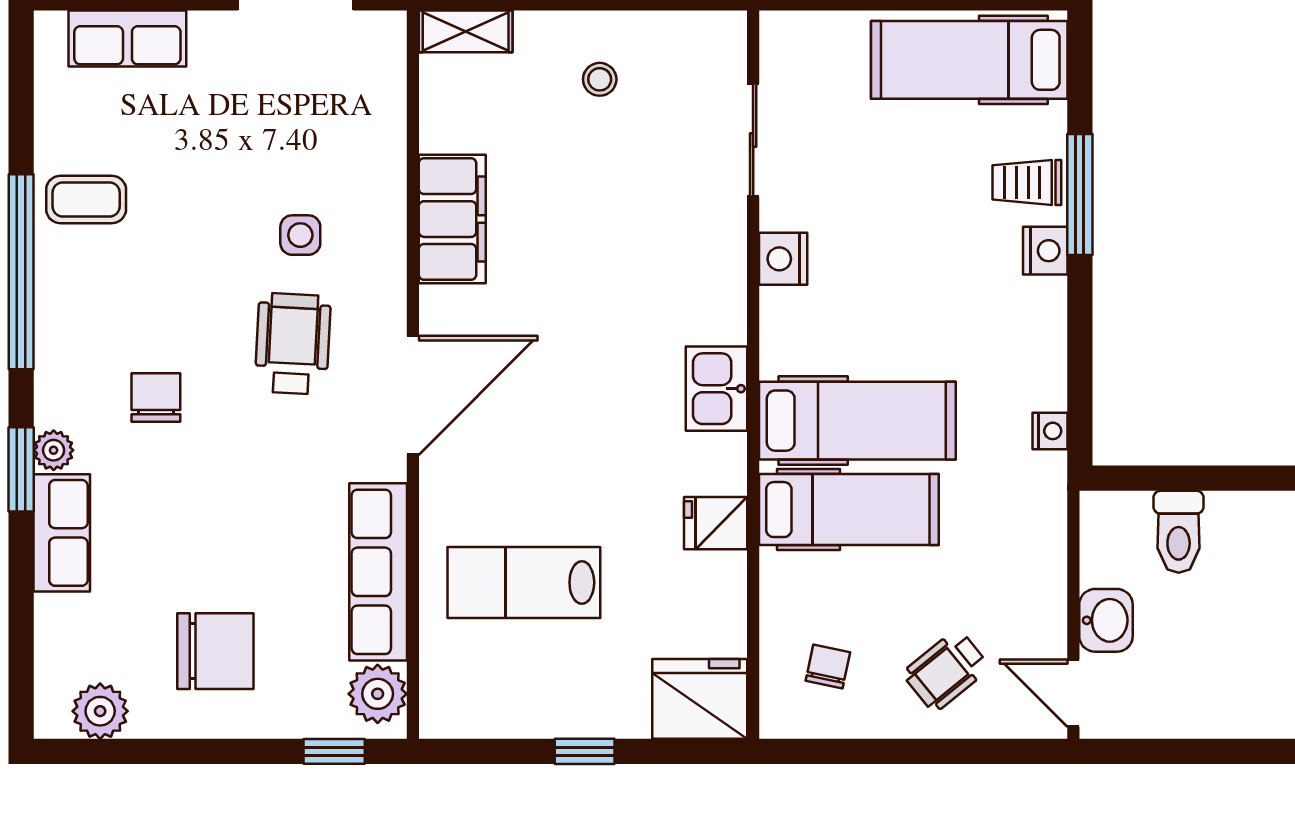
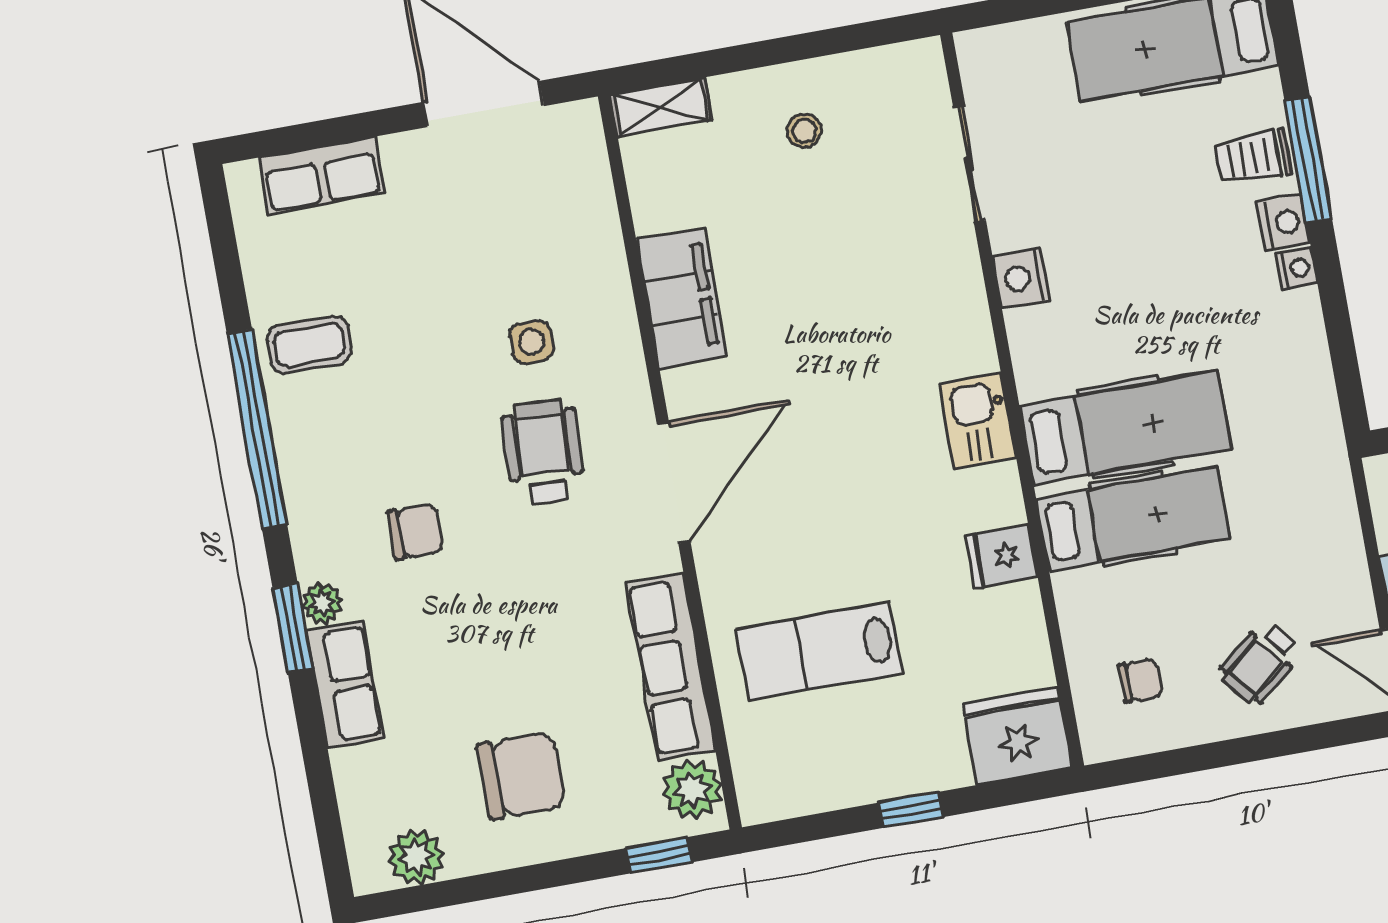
chair: (156, 398) -> (415, 531), turned 90
nightstand: (1050, 431) -> (1297, 268), moved
chair: (828, 666) -> (1140, 680), turned 78

